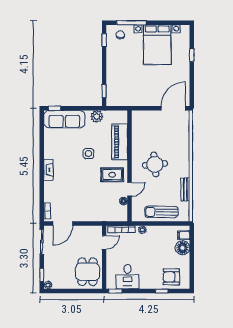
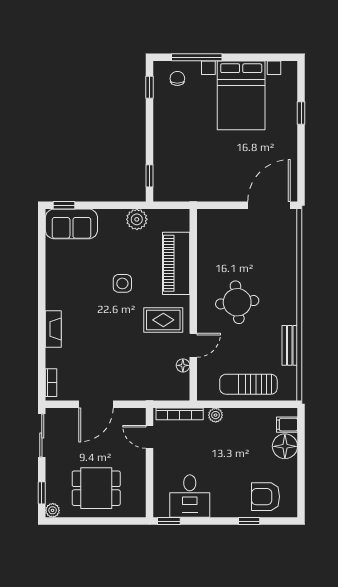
sofa: (64, 119) -> (71, 224), width x0.73
fireplace: (48, 170) -> (53, 329), moved
door: (63, 223) -> (96, 404), moved
door: (104, 242) -> (149, 437), swing flipped
dining table: (88, 272) -> (96, 488), moved, turned 90

